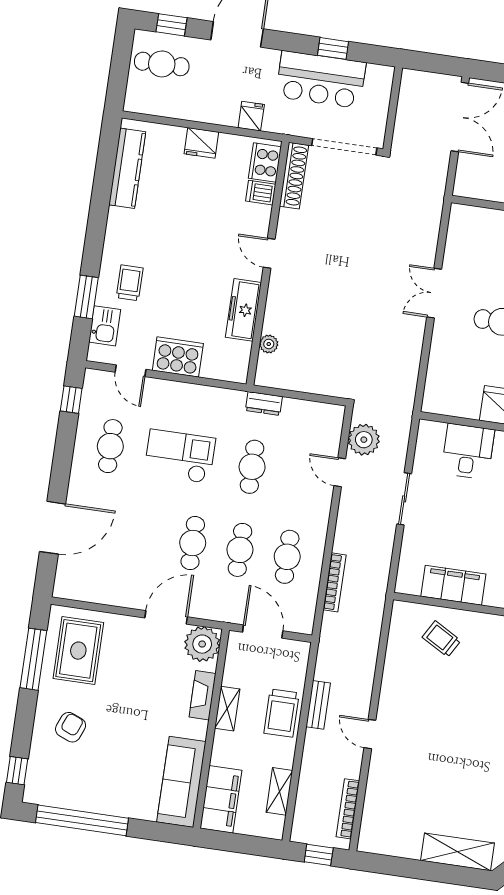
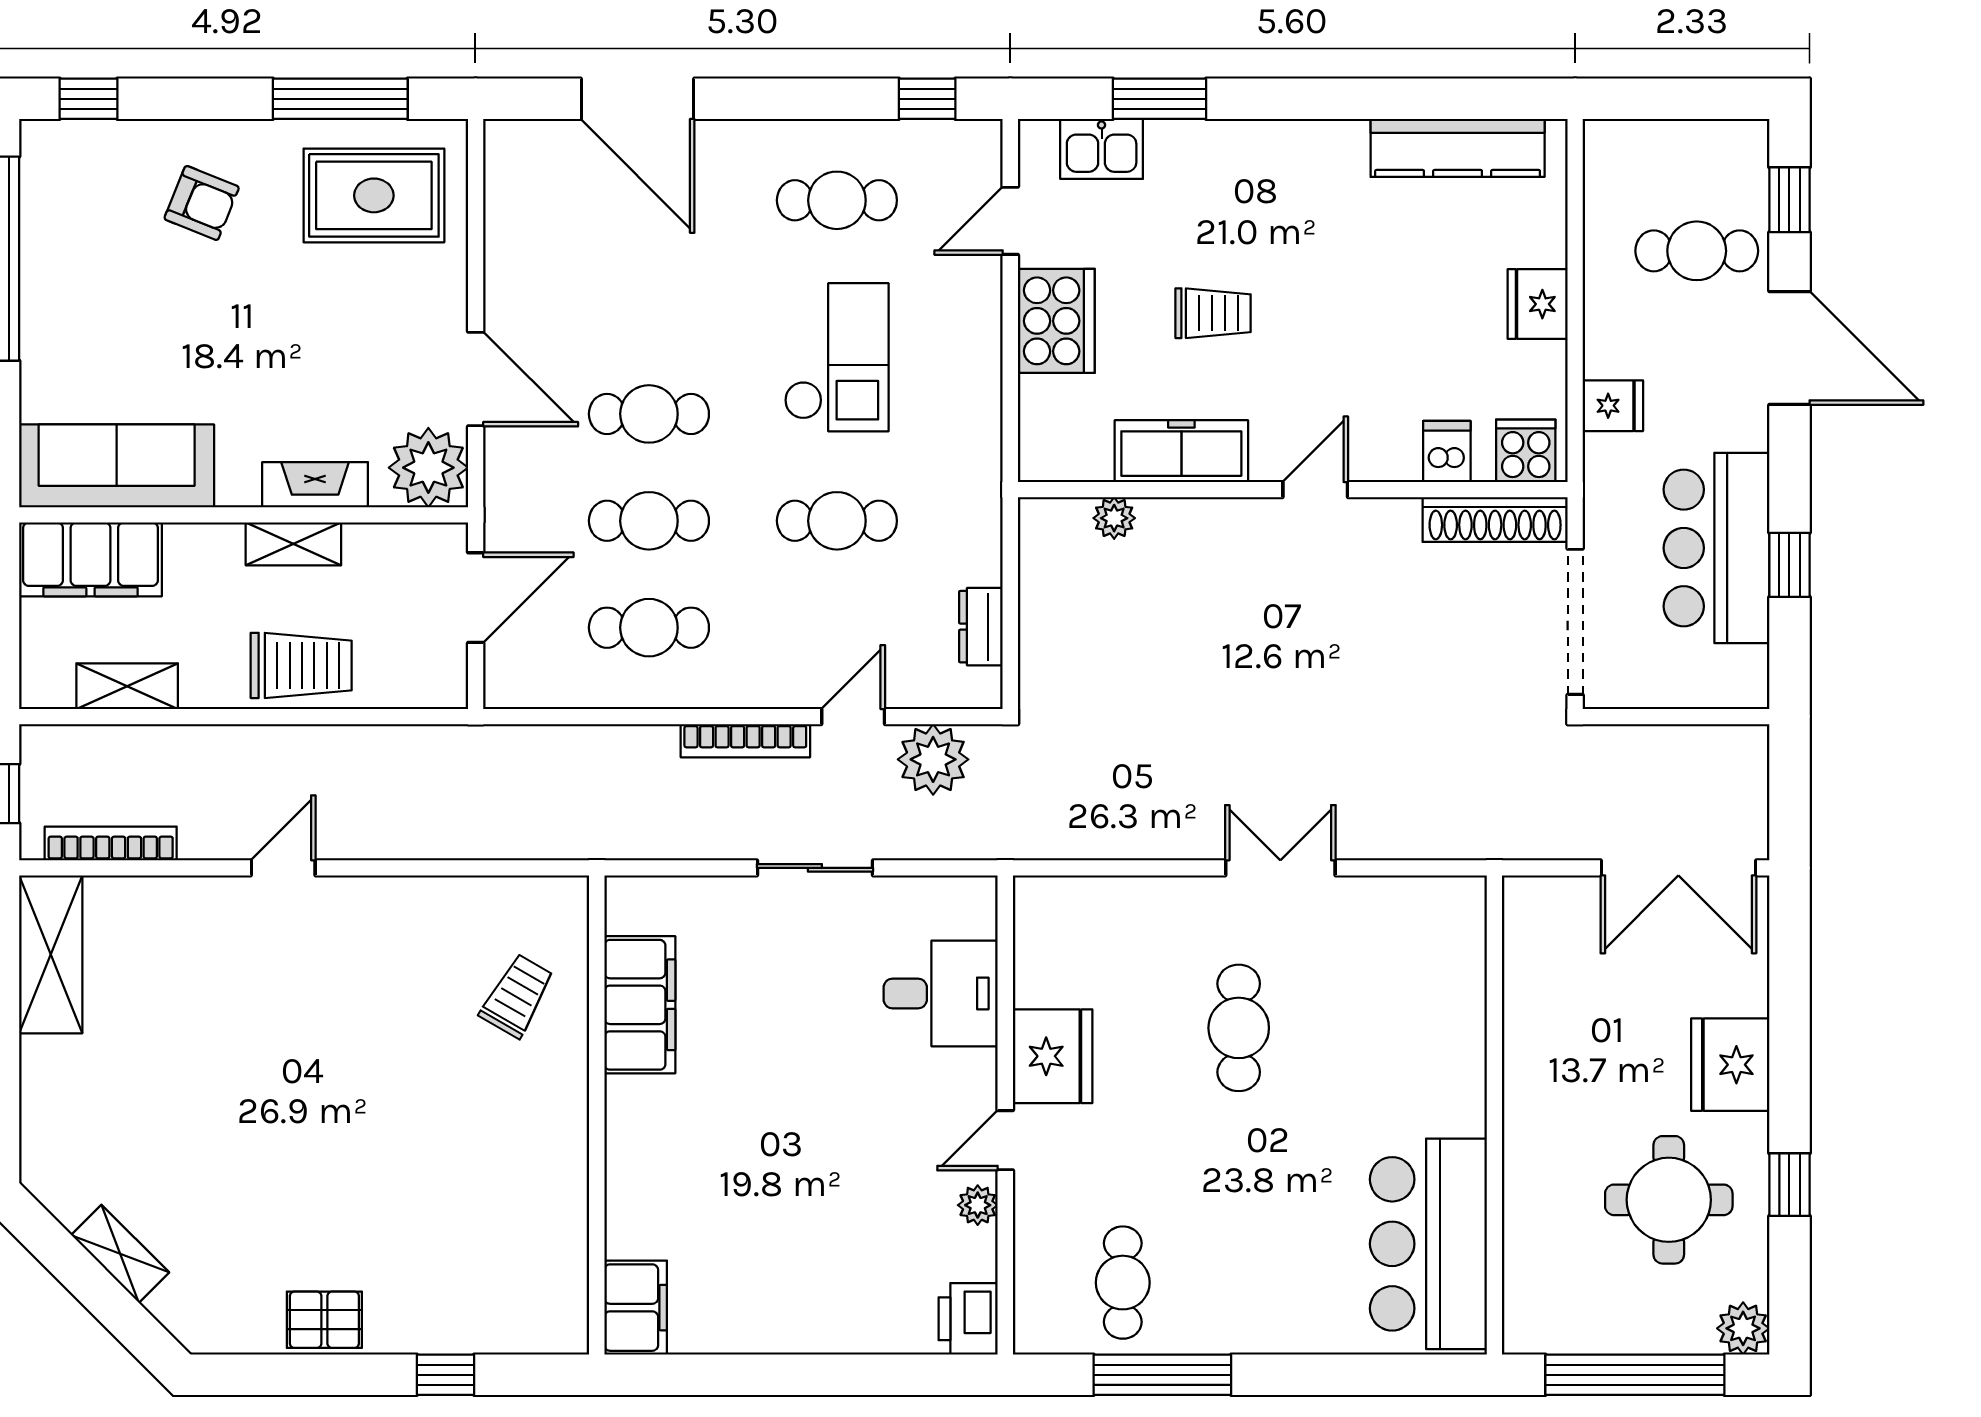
cafe table: (162, 64) -> (1697, 251), moved, turned 90
cooker: (265, 162) -> (1526, 451), width x0.73
trolley: (130, 283) -> (1213, 313), moved
dresser: (264, 403) -> (981, 627), moved
bookcase: (335, 582) -> (745, 741), moved
bench: (318, 705) -> (331, 744), removed
trolley: (281, 713) -> (301, 665), turned 180
shelving: (457, 852) -> (51, 954), moved

